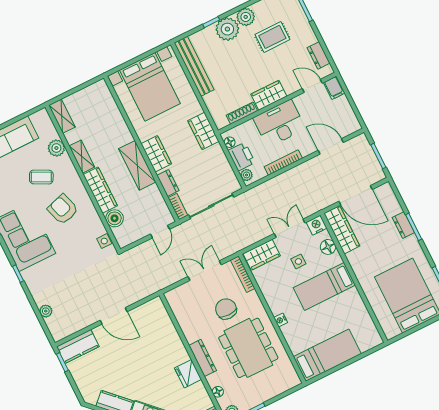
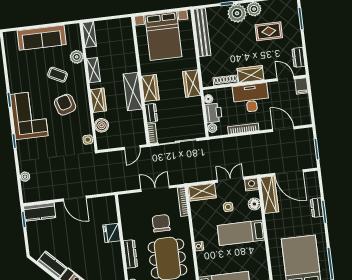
wardrobe: (100, 190) -> (98, 100), width x0.67
fridge: (188, 374) -> (112, 233), moved

